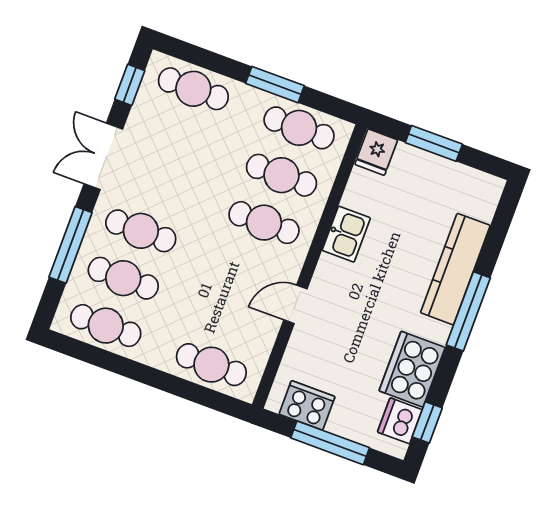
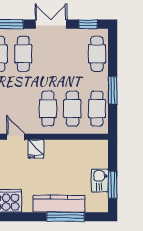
window: (434, 143) -> (113, 185), moved
fridge: (376, 152) -> (36, 149), moved, turned -90
kitchen sink: (346, 234) -> (100, 181), moved, turned 90
window: (468, 311) -> (65, 217), moved

